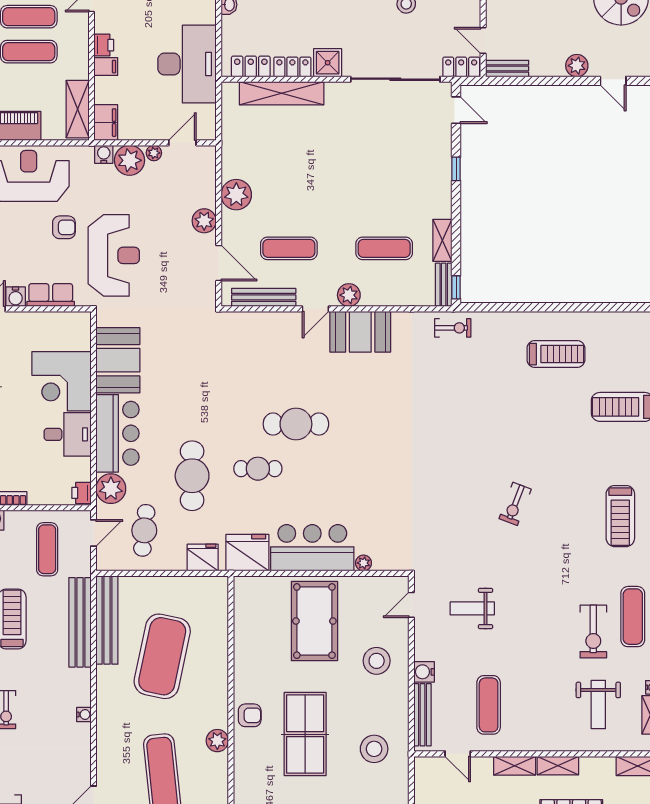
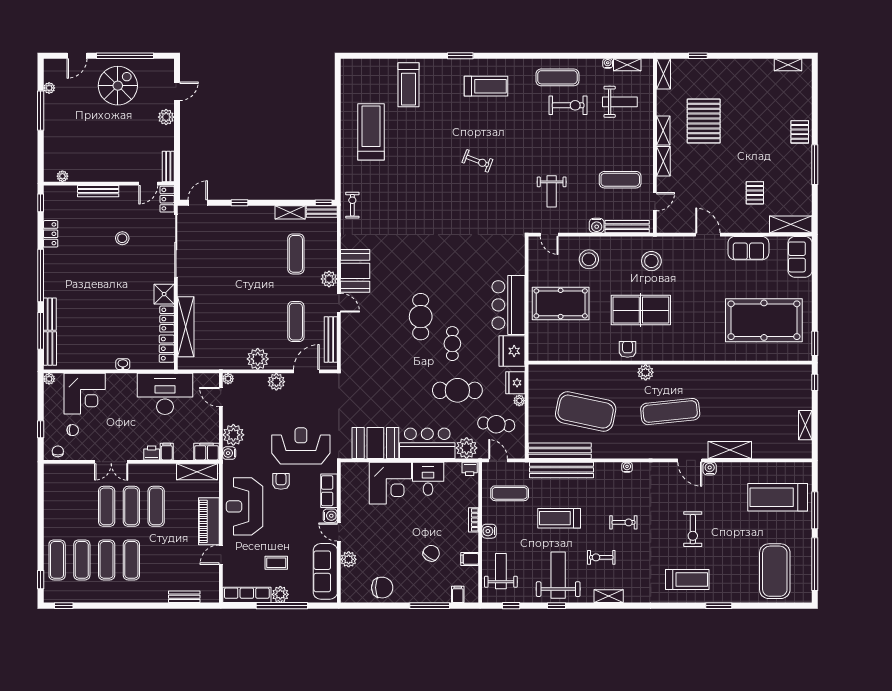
plant: (154, 153) -> (228, 379), moved
treadmill: (556, 354) -> (371, 132), width x1.37, depth x1.38
plant: (364, 563) -> (519, 401), moved

